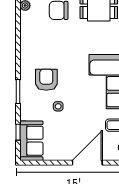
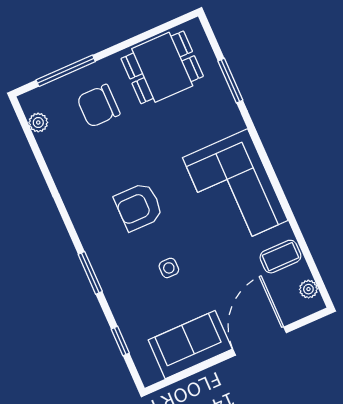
armchair: (46, 80) -> (139, 207), moved, turned -90
sofa: (31, 141) -> (190, 345), moved, turned -90

